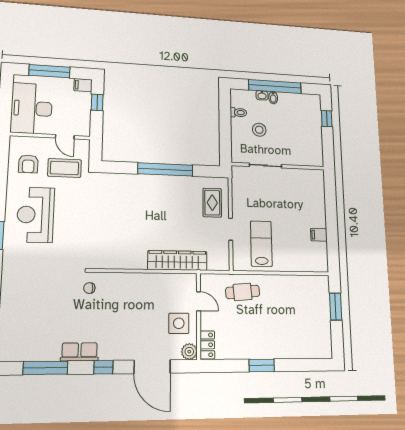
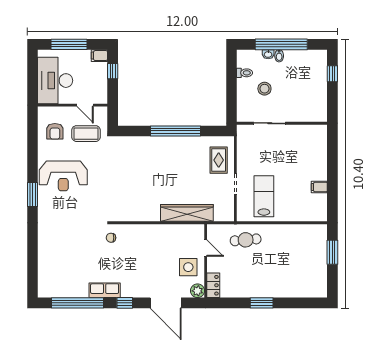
reception desk: (36, 215) -> (63, 176), turned -90
window: (45, 368) -> (77, 303), width x1.46

